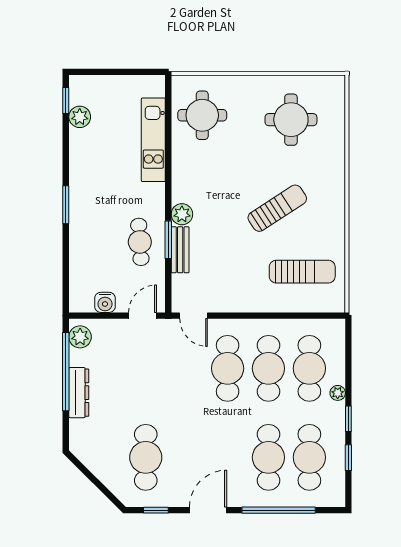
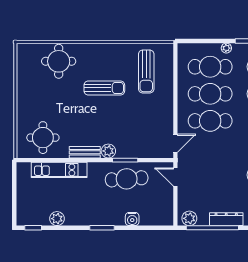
plant: (80, 117) -> (57, 219), moved
round table: (291, 120) -> (59, 61), moved
sun lounger: (277, 208) -> (104, 88), turned 123
cafe table: (140, 242) -> (127, 179), width x1.37, depth x1.35
bench: (180, 250) -> (85, 152), moved
sun lounger: (302, 272) -> (146, 72), turned 180
water cooler: (105, 302) -> (132, 219), moved, turned 90

